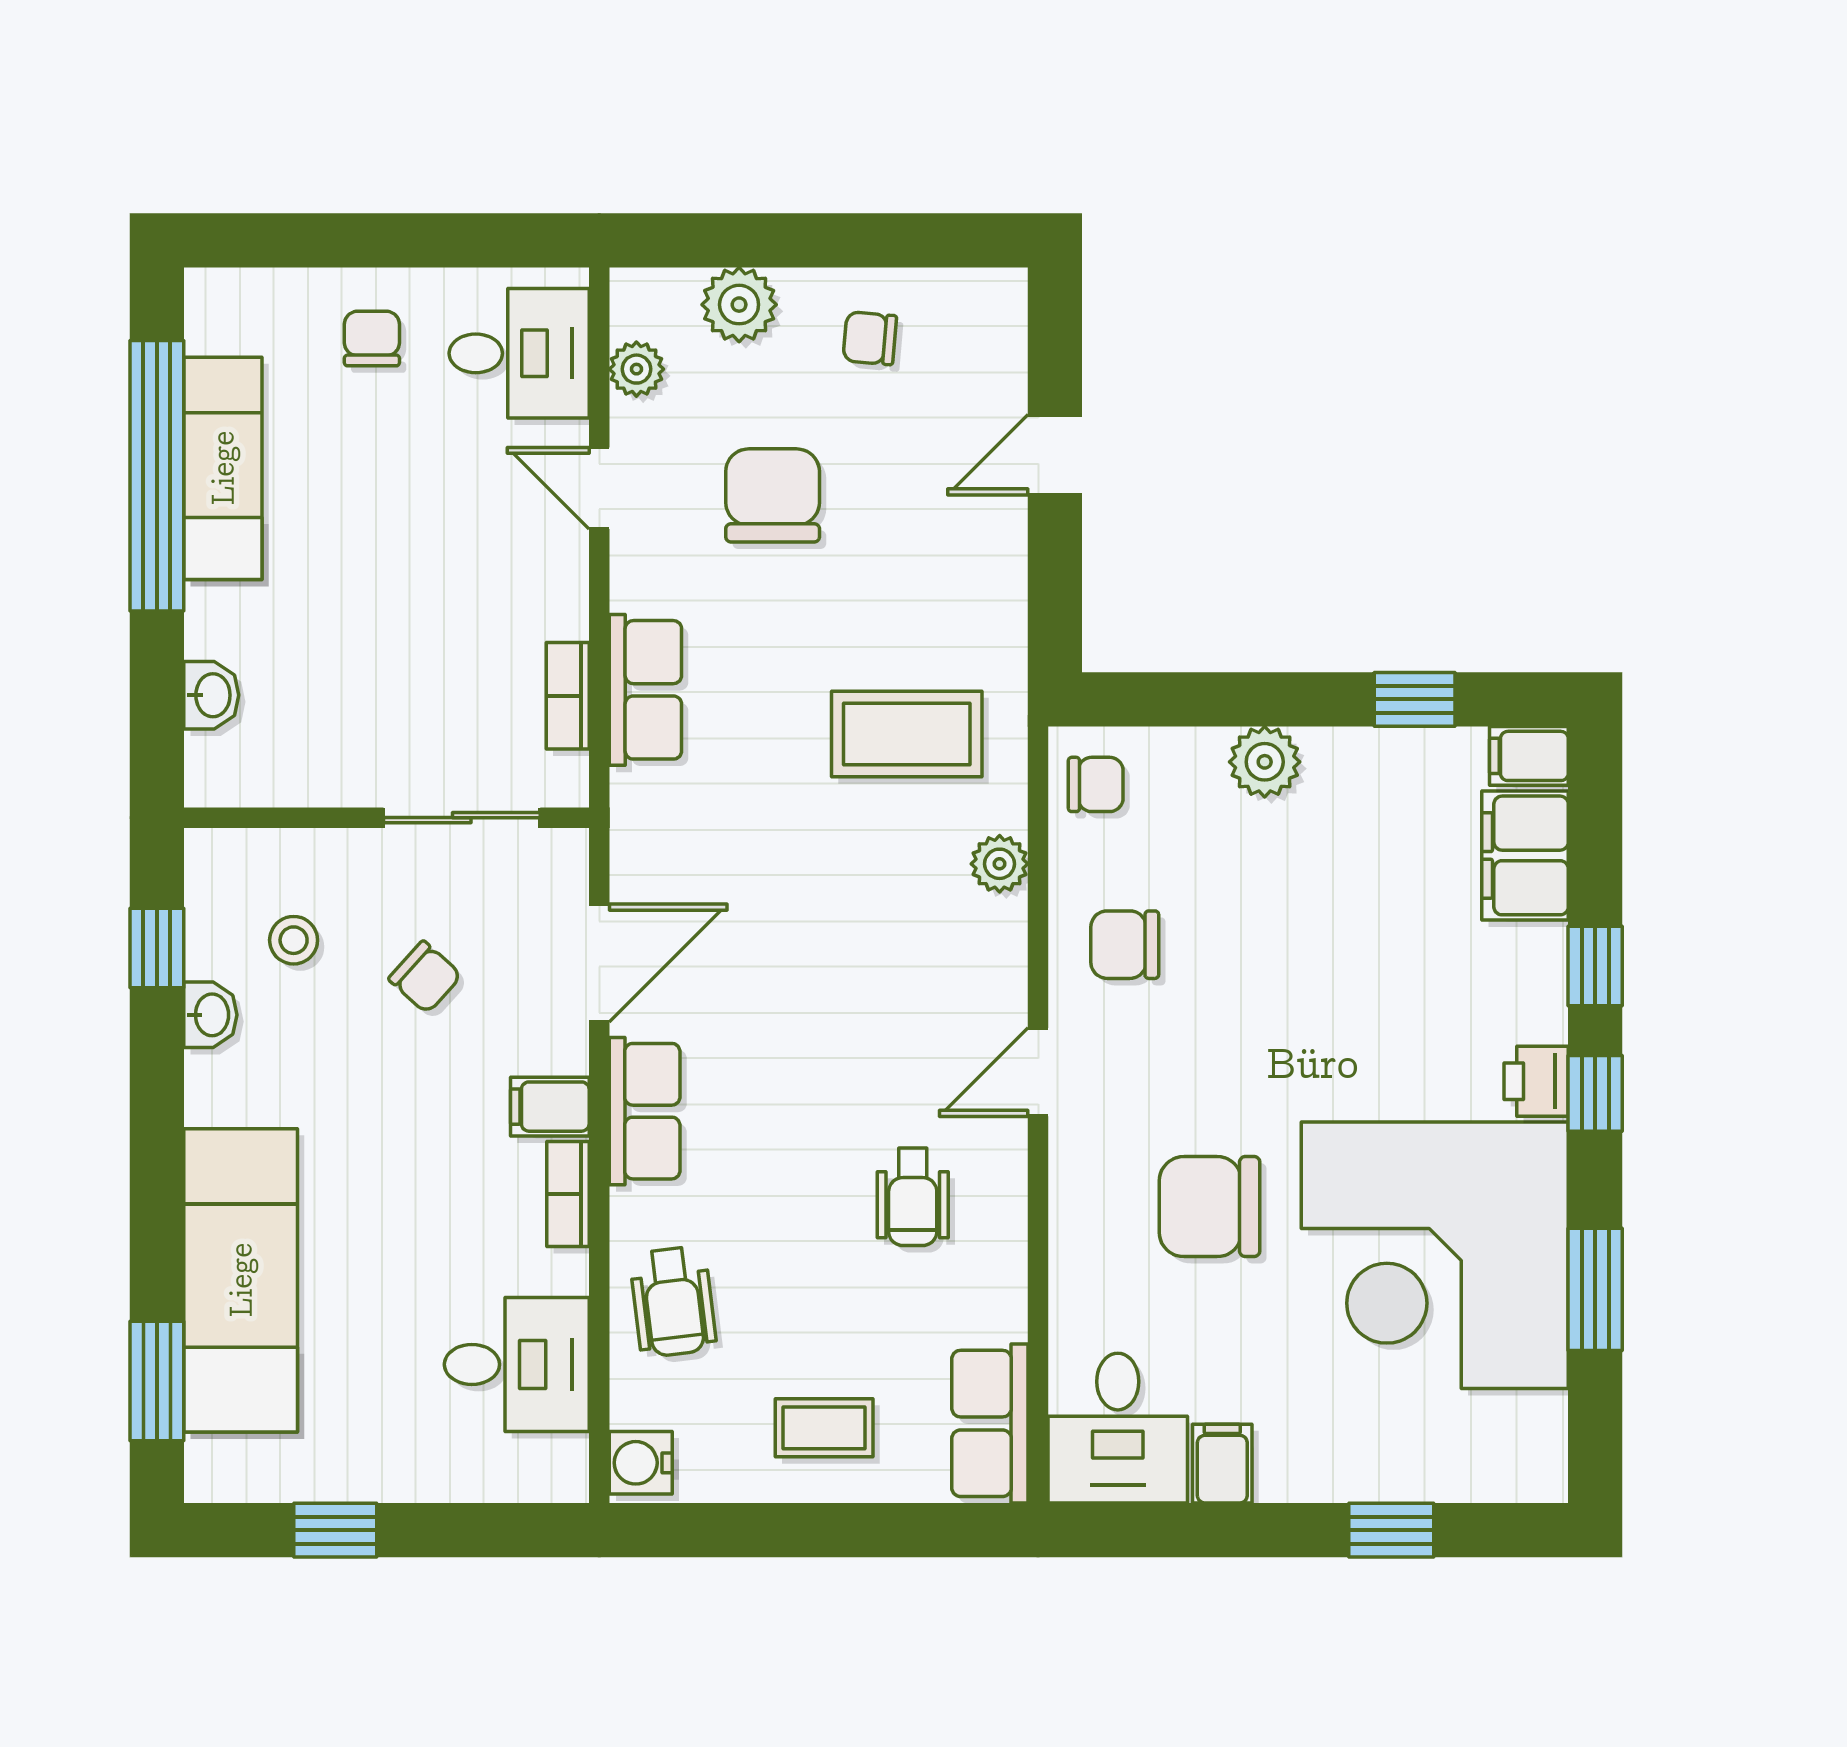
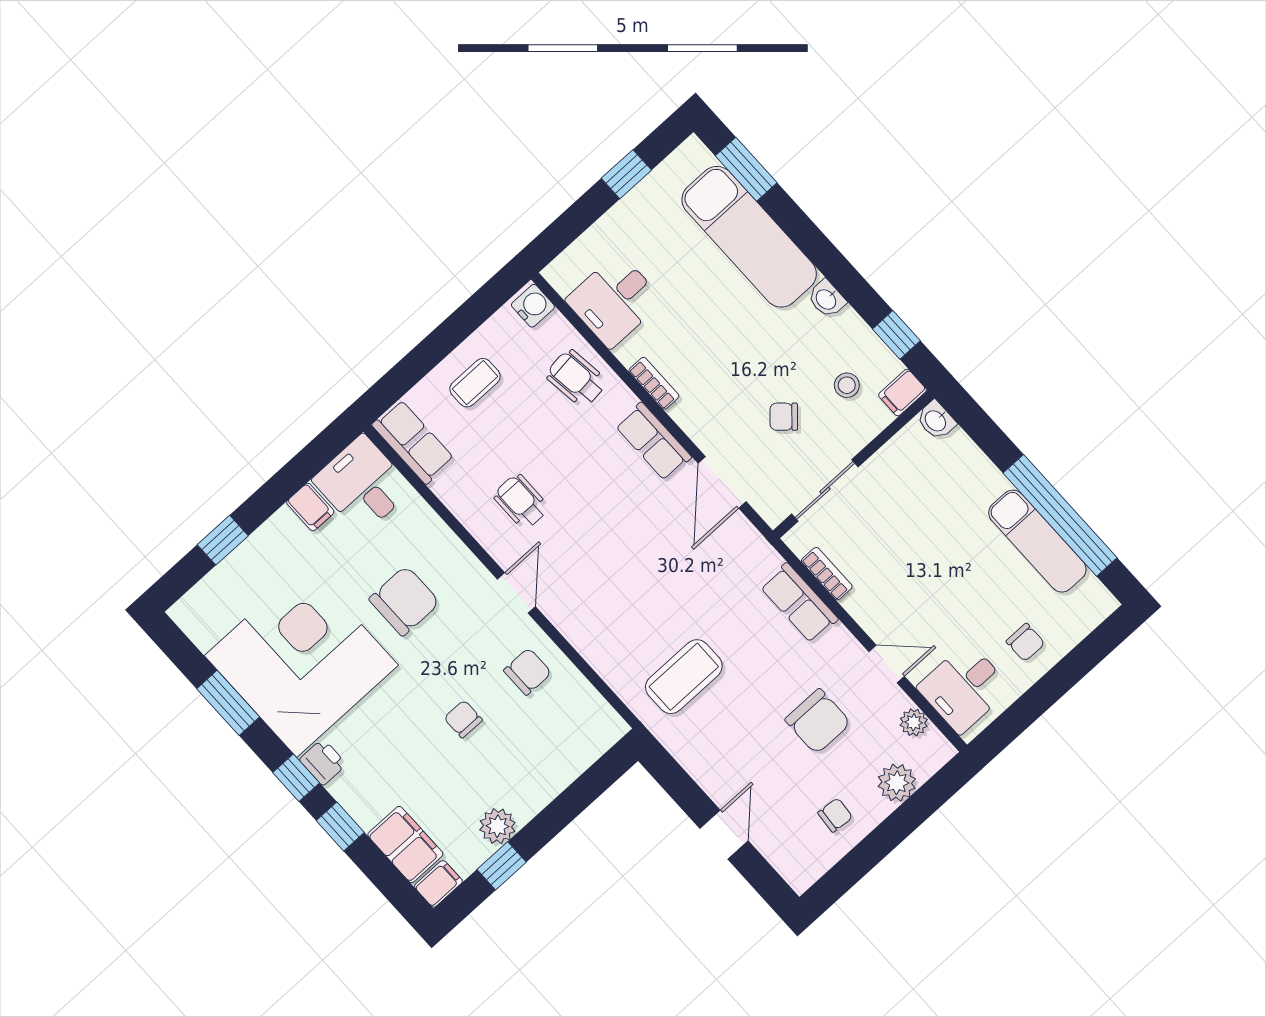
washbasin: (211, 695) -> (936, 420), moved
plant: (1265, 762) -> (498, 826), moved
chair: (1096, 784) -> (463, 719), moved, turned 90
plant: (1000, 864) -> (603, 659), removed
washbasin: (210, 1015) -> (827, 299), moved
filing cabinet: (550, 1107) -> (902, 392), moved, turned 180

